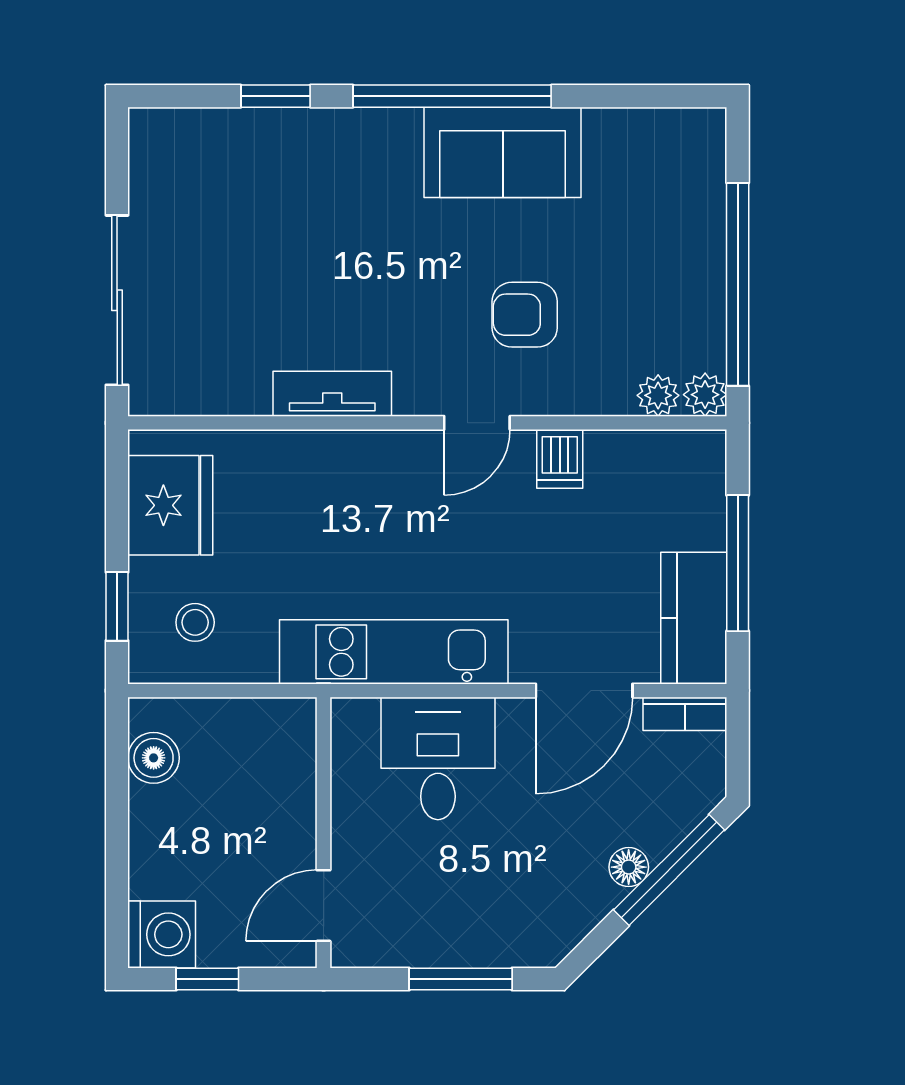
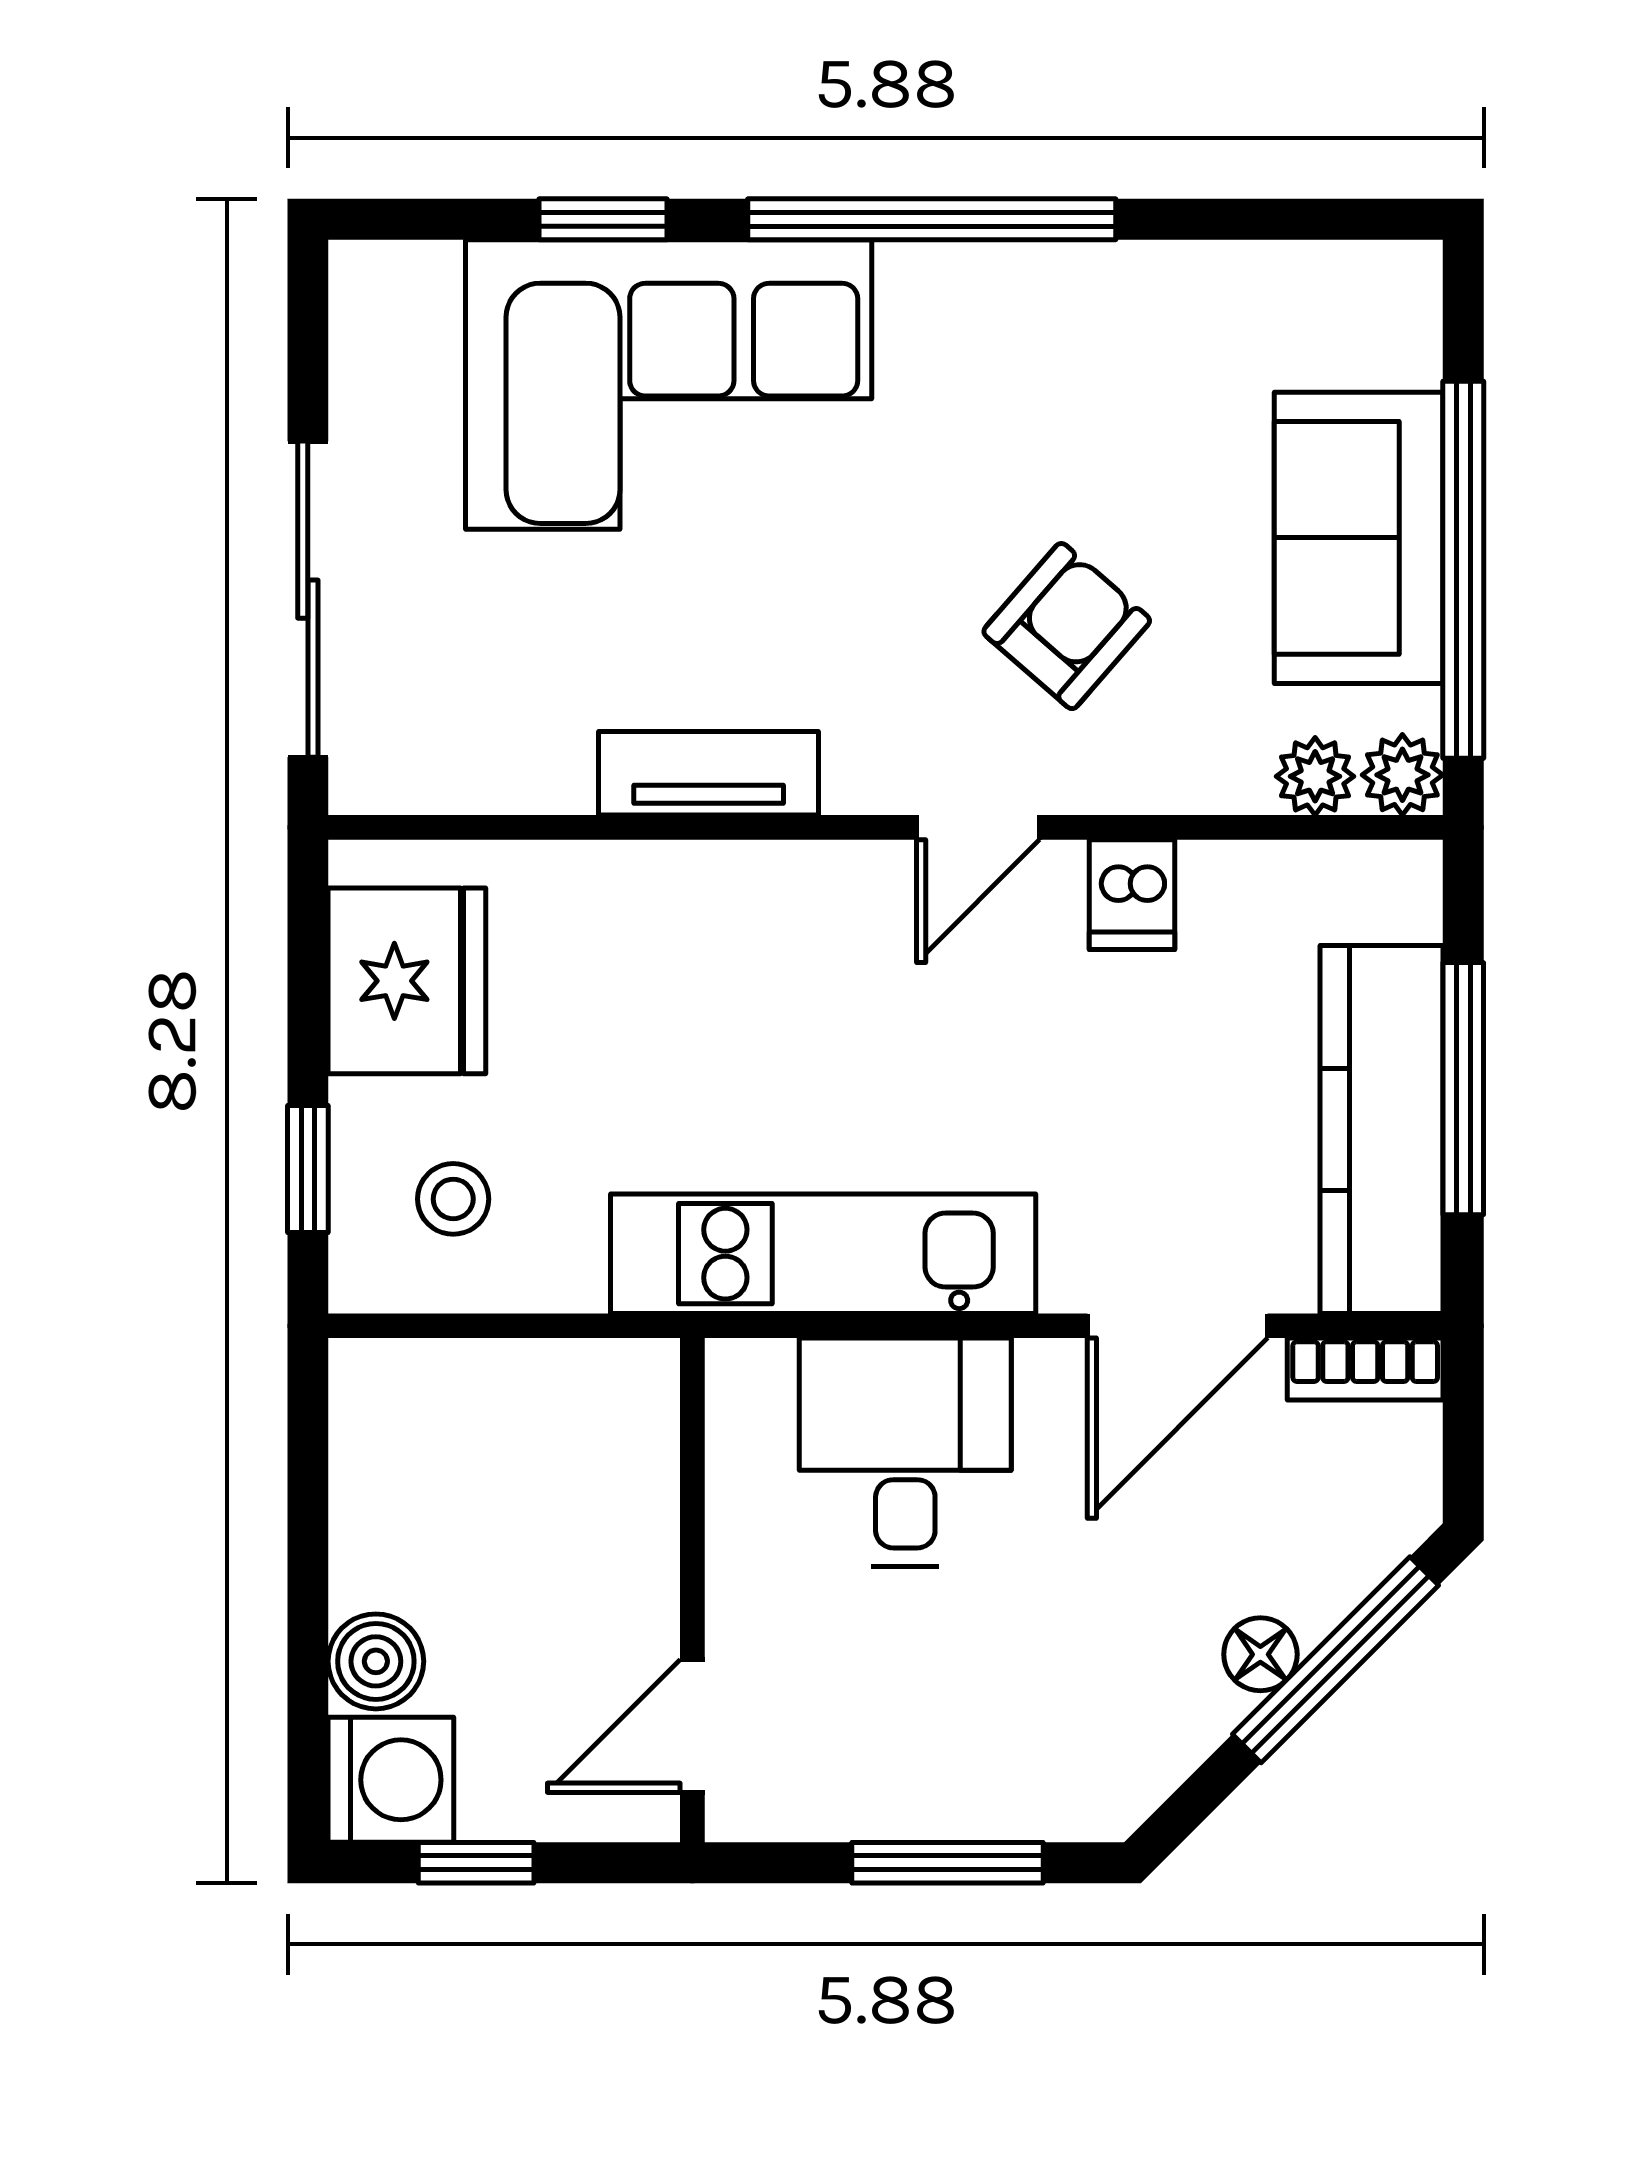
sofa: (503, 152) -> (1359, 538), moved, turned 90
corner sofa: (311, 185) -> (669, 385), added
armchair: (525, 315) -> (1067, 626), turned 131
kitchen counter: (694, 618) -> (1382, 1129), width x1.50
boiler: (154, 758) -> (376, 1661), moved

